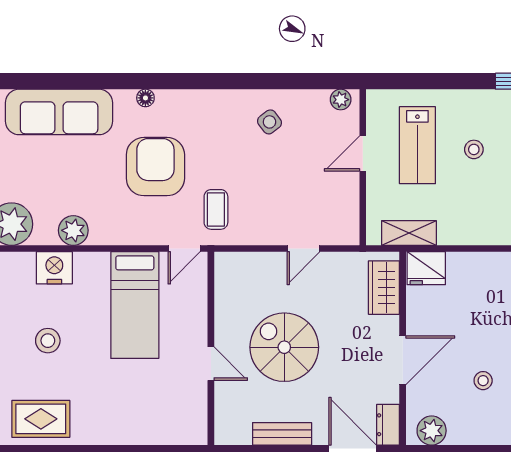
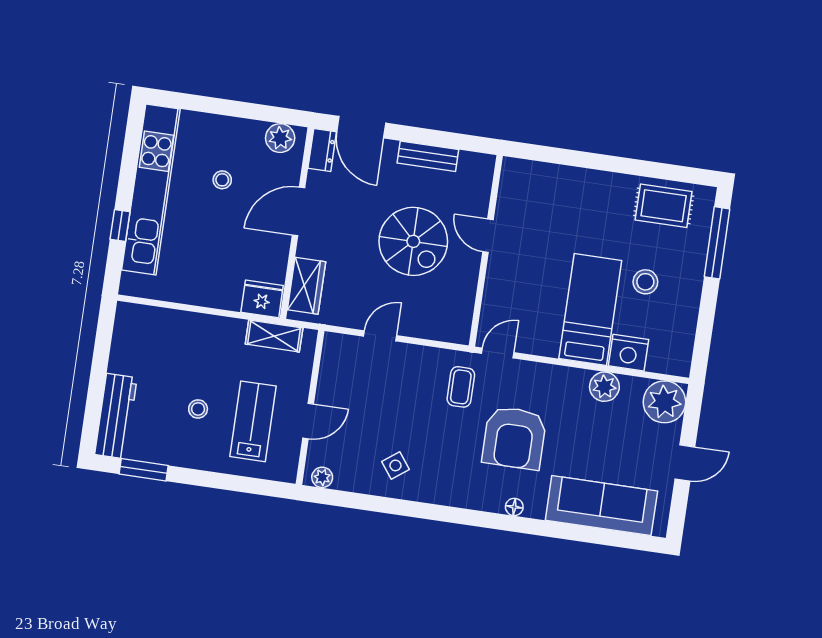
bed: (135, 305) -> (590, 310), moved

